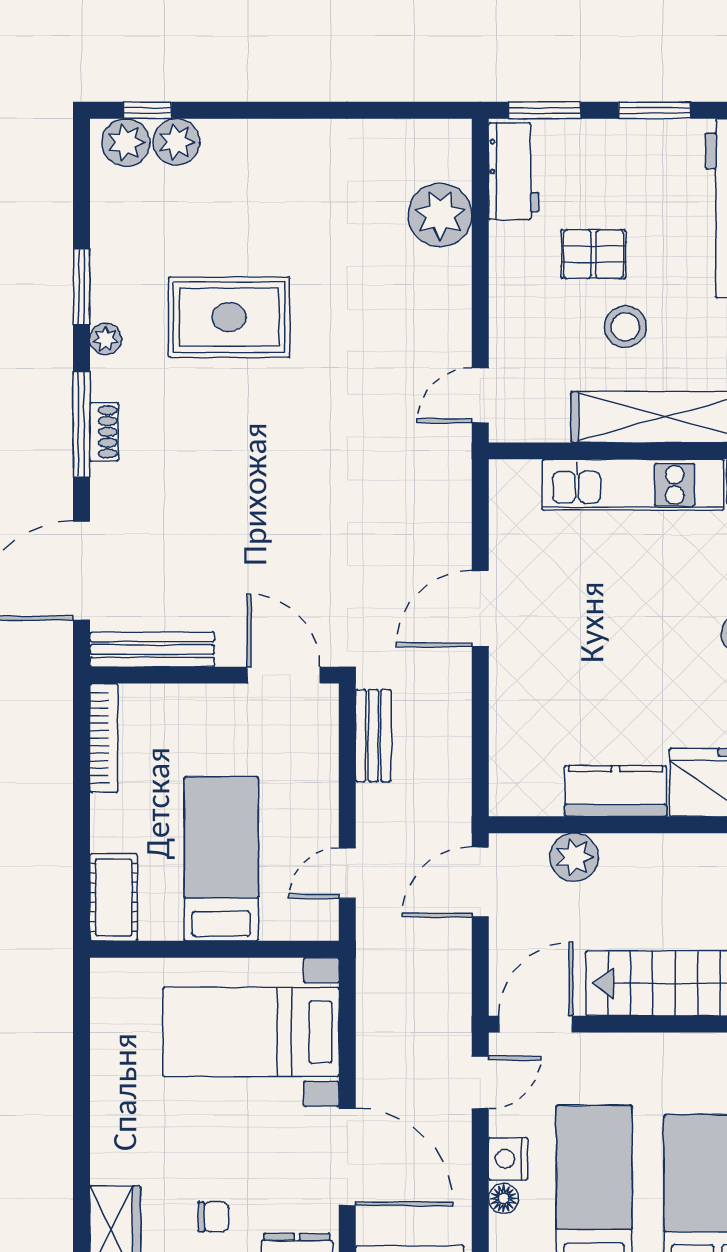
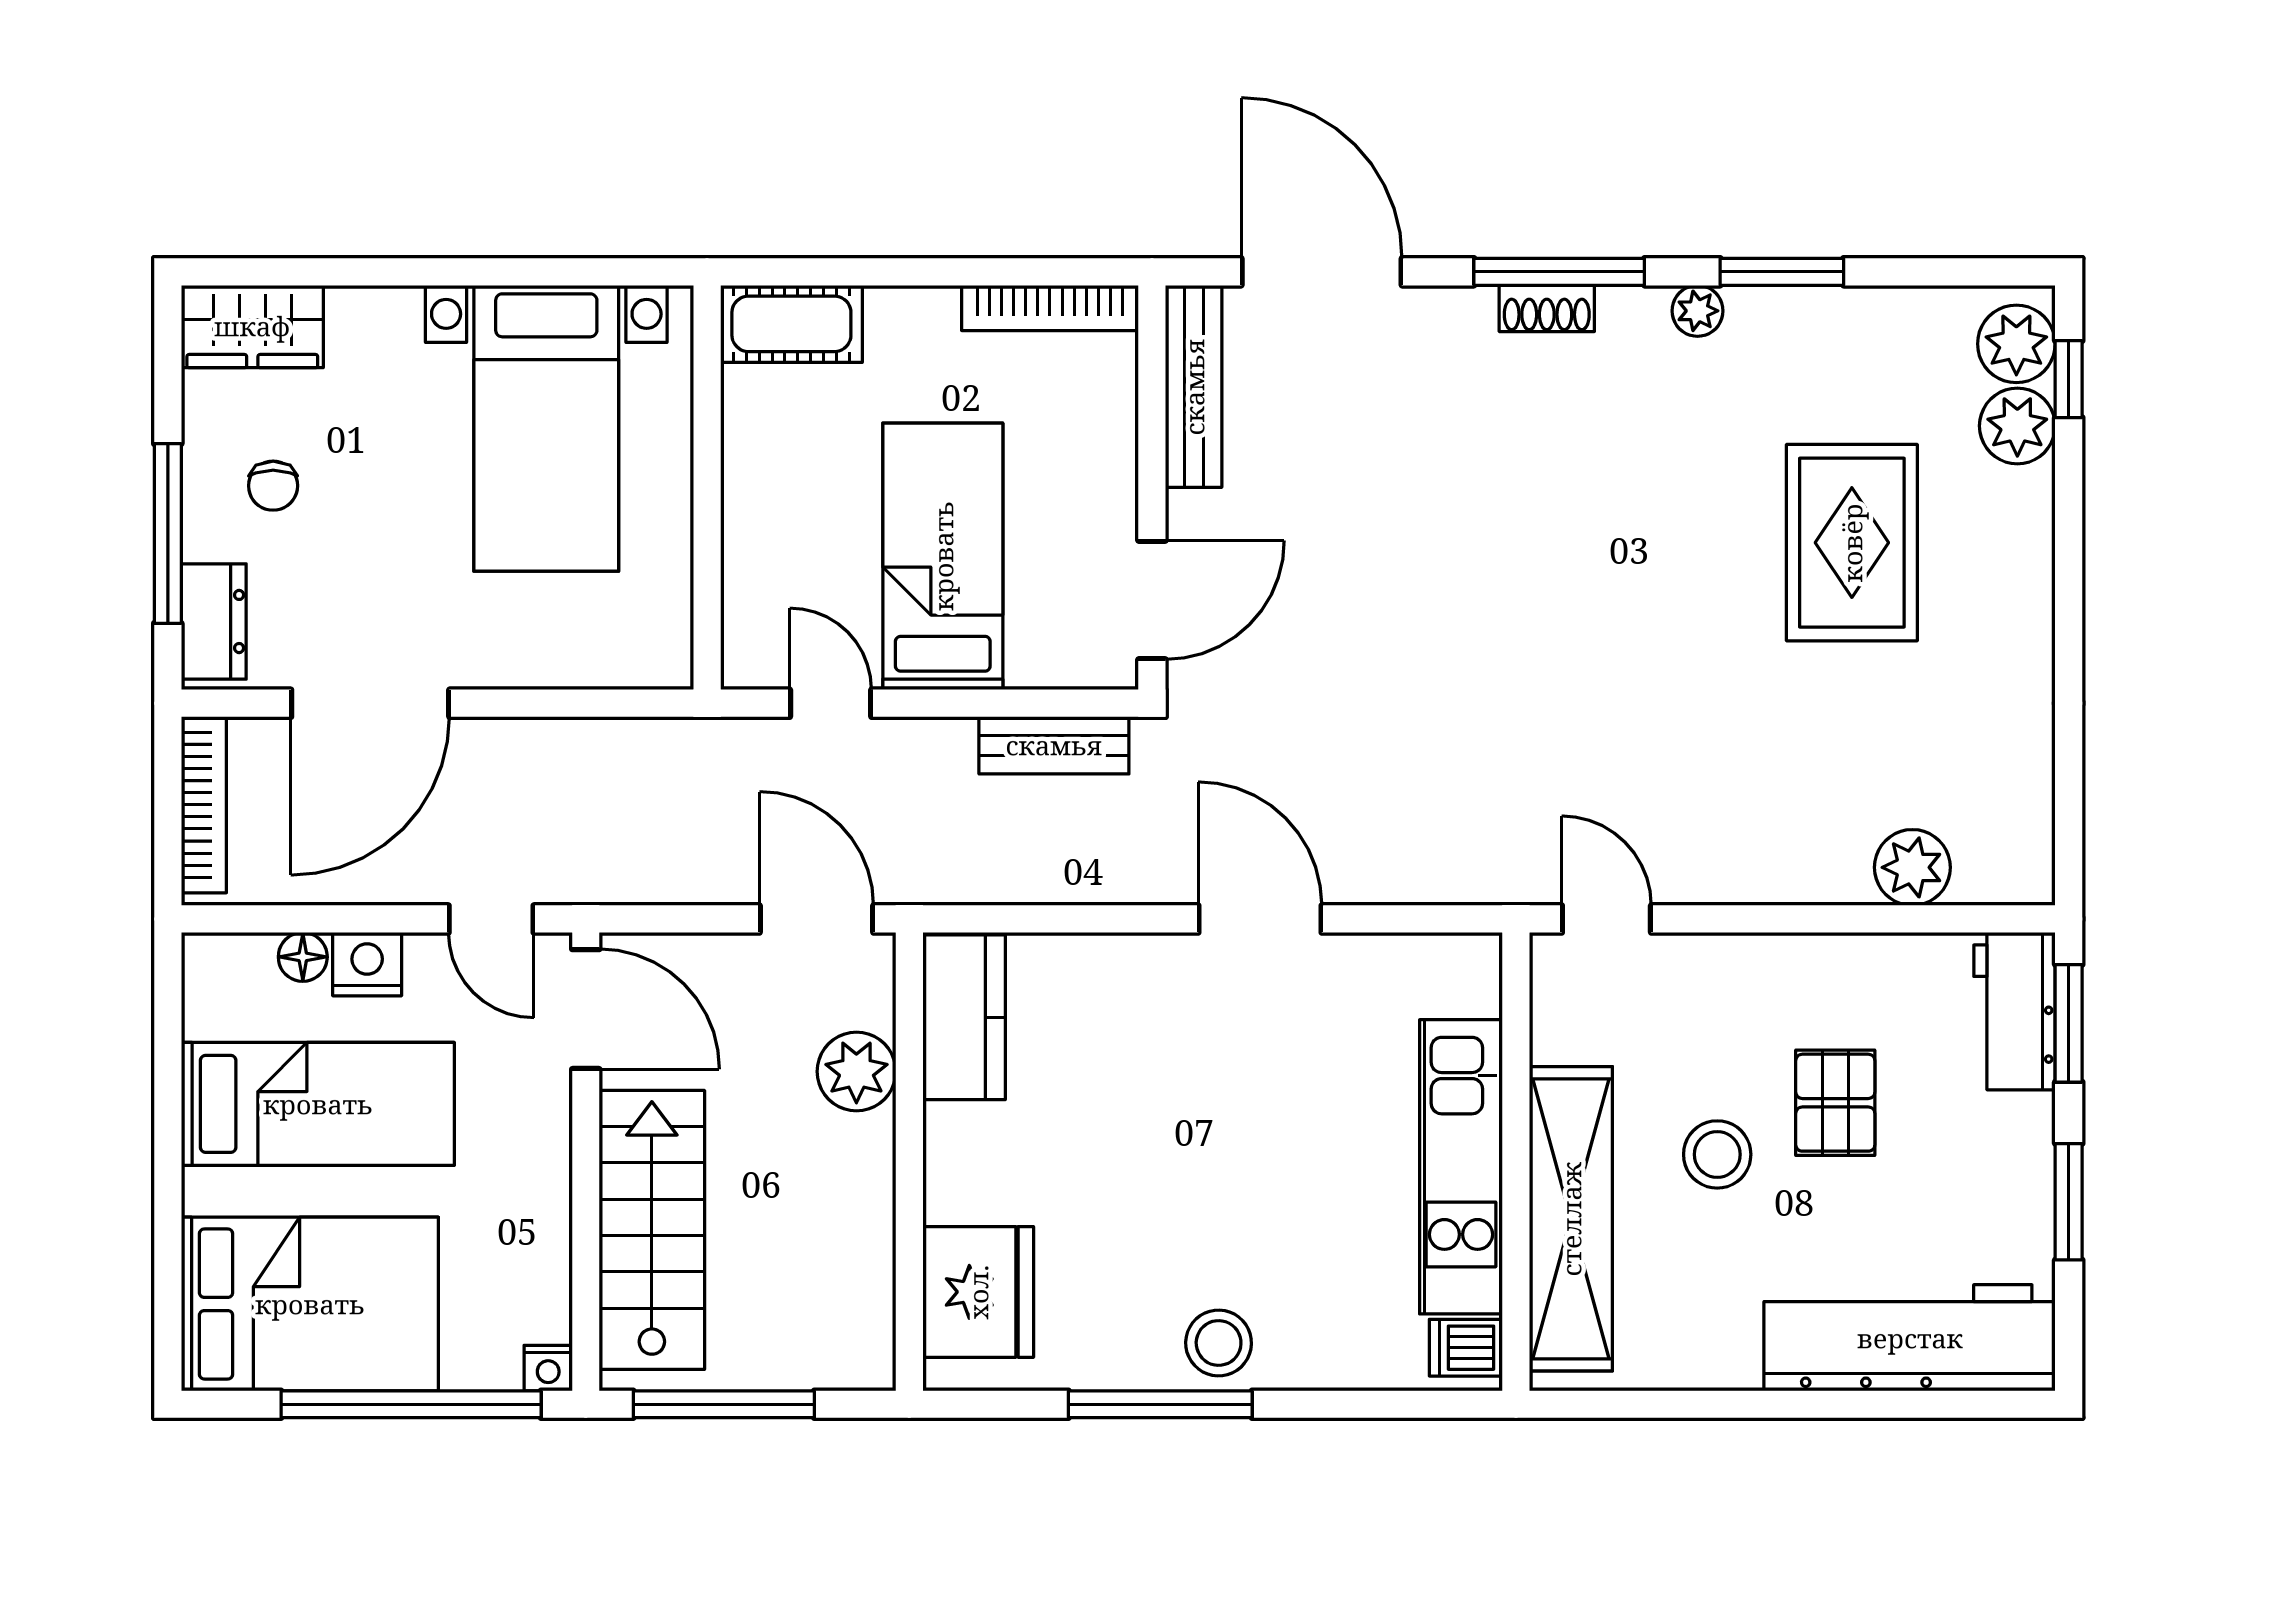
workbench: (514, 171) -> (2015, 1011), moved, turned 90
plant: (440, 215) -> (1912, 867), width x0.73, depth x0.73
rug: (229, 317) -> (1852, 543), moved
kitchen counter: (616, 791) -> (964, 1017), moved
bed: (221, 859) -> (943, 556), moved, turned -90
bed with nightstands: (251, 1032) -> (546, 428), moved, turned 180

